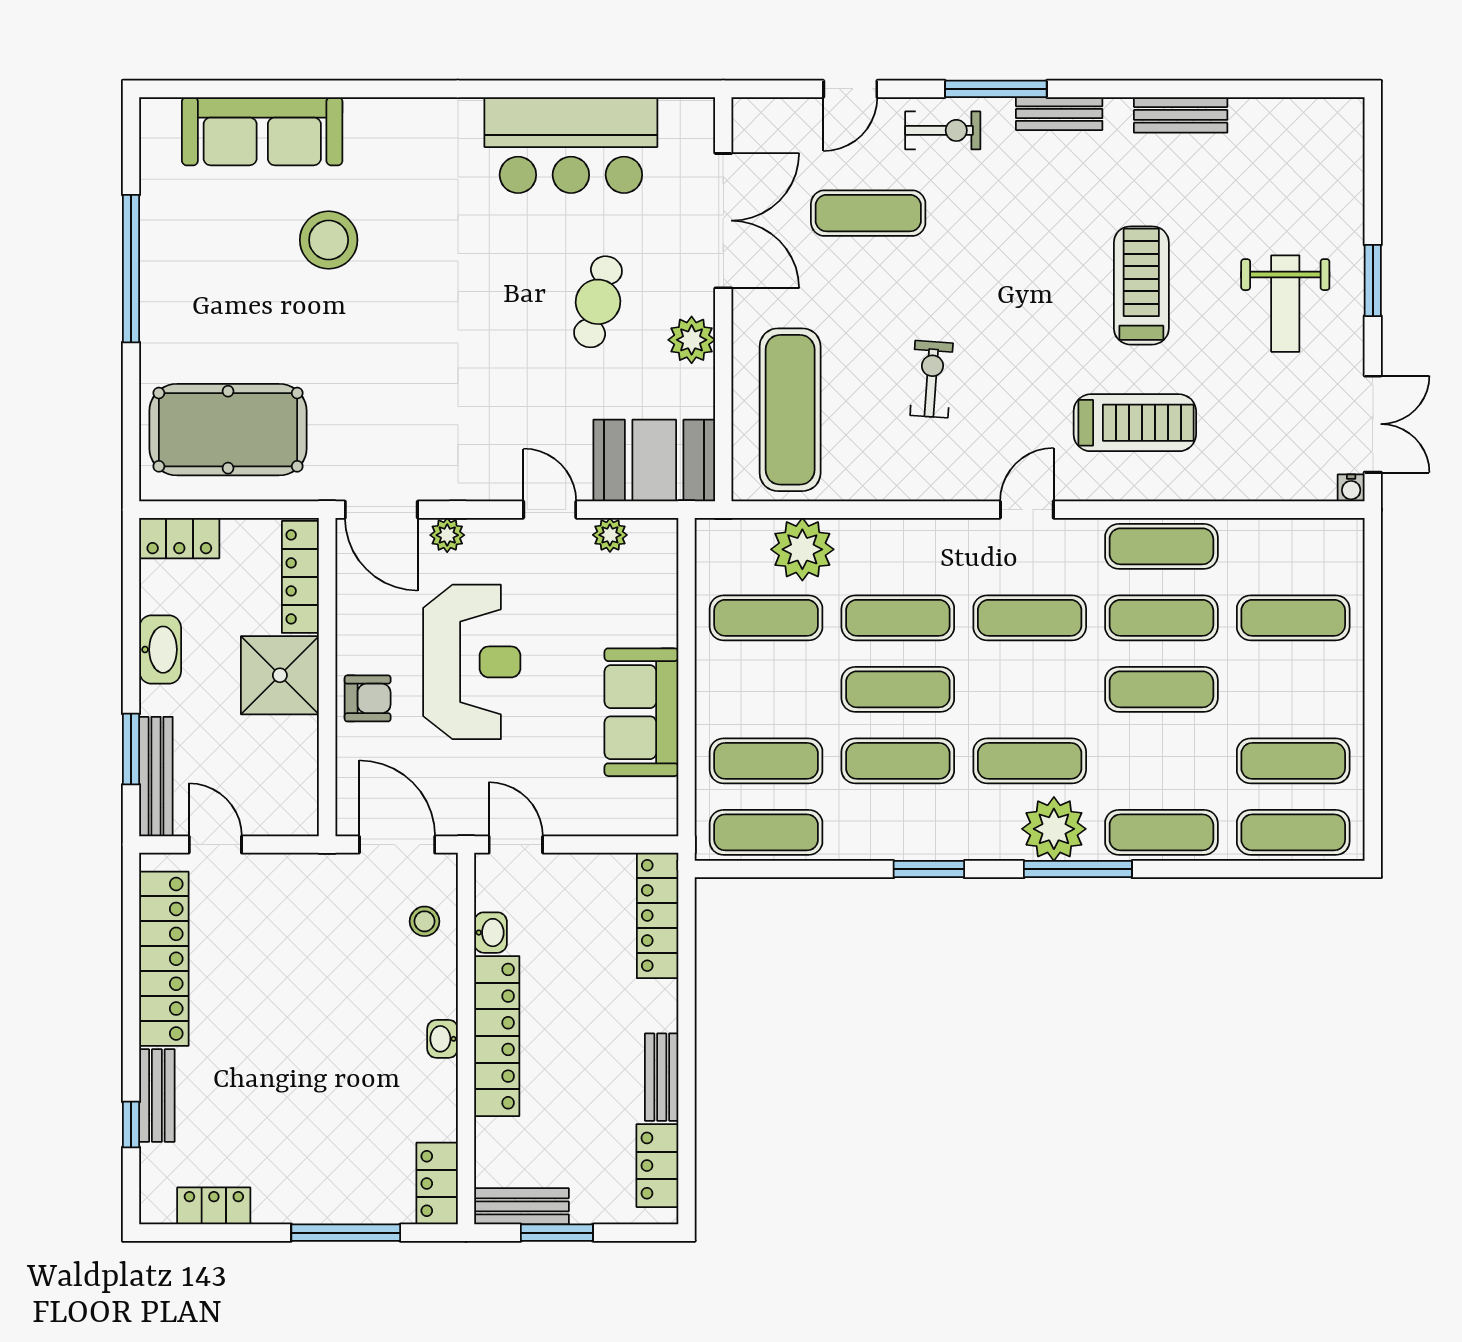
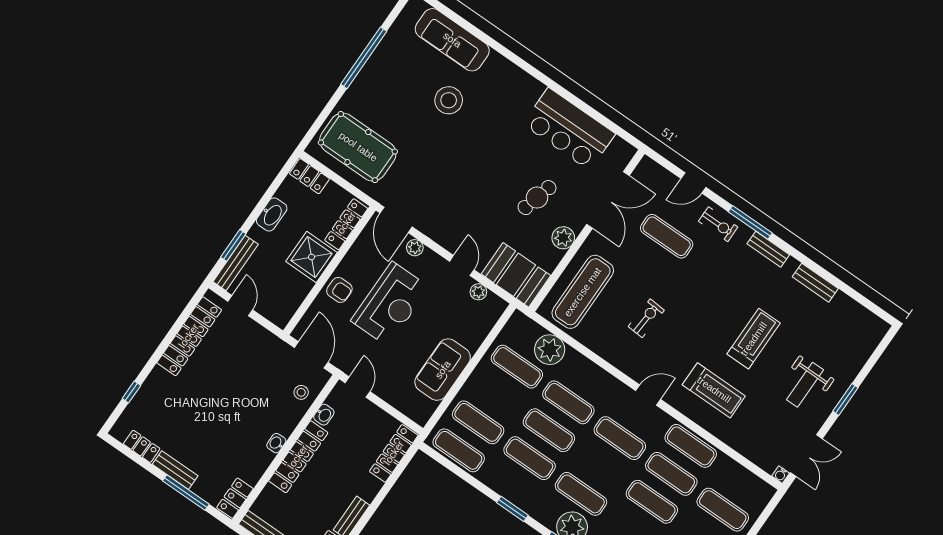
bench: (157, 1096) -> (175, 470), moved, turned 90

